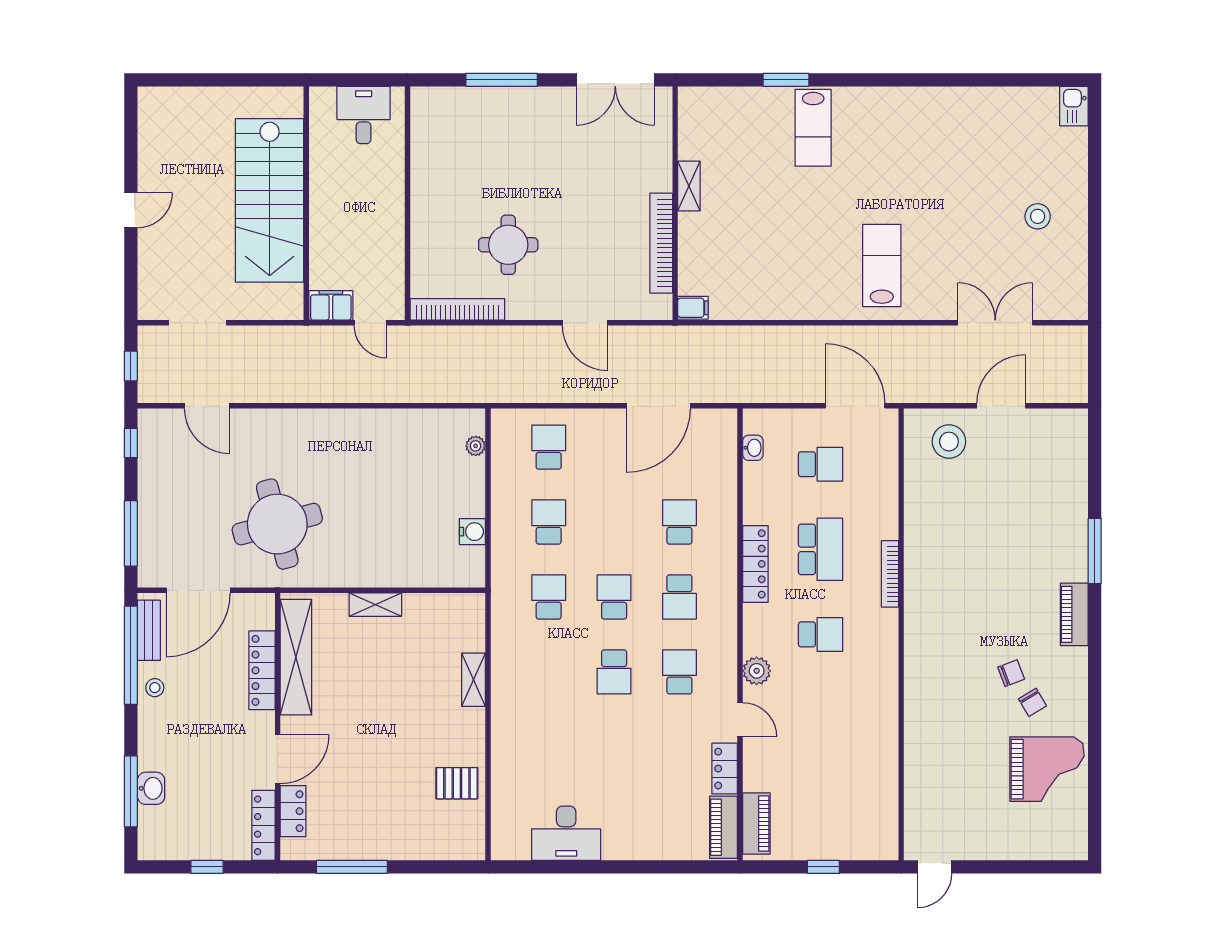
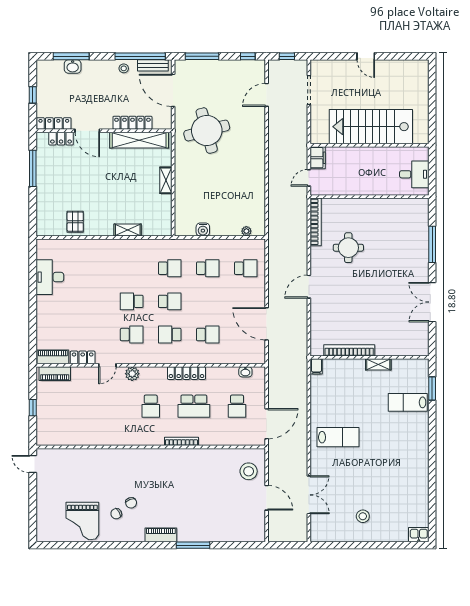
shelving: (689, 186) -> (378, 364), moved
wall: (675, 203) -> (369, 357), moved
bookcase: (661, 243) -> (349, 350), moved
filing cabinet: (693, 308) -> (316, 366), moved

